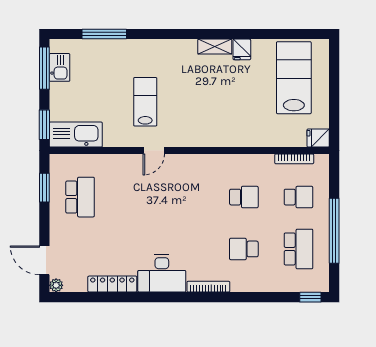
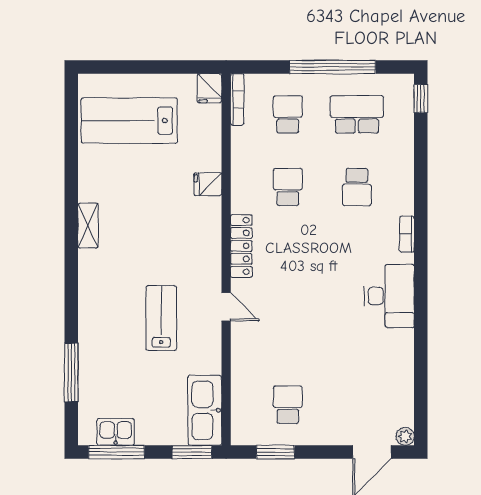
fridge: (242, 49) -> (208, 184), moved, turned 180
lab bench: (145, 102) -> (161, 318), turned 90
bookcase: (294, 159) -> (237, 99), moved
school desk: (80, 197) -> (288, 405), width x0.54
locker: (112, 284) -> (241, 246), moved, turned 180
bookcase: (208, 287) -> (407, 234), width x0.64

